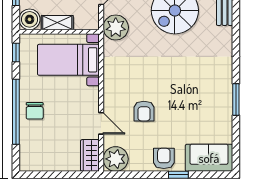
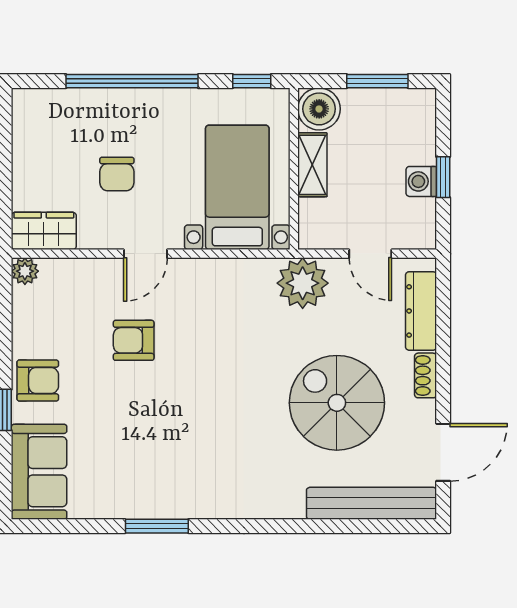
chair: (35, 111) -> (117, 174), moved, turned -90
door: (101, 123) -> (145, 254), moved
plant: (116, 159) -> (25, 271), width x0.53, depth x0.53

